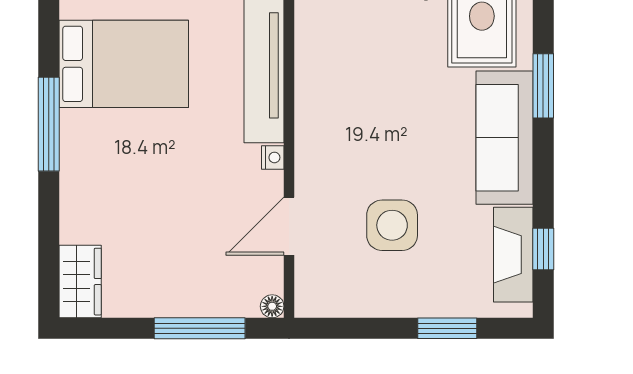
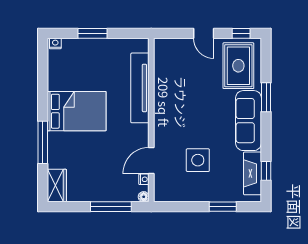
bed: (124, 64) -> (77, 111), moved
window: (49, 124) -> (43, 142), moved
nightstand: (273, 157) -> (144, 179), moved

